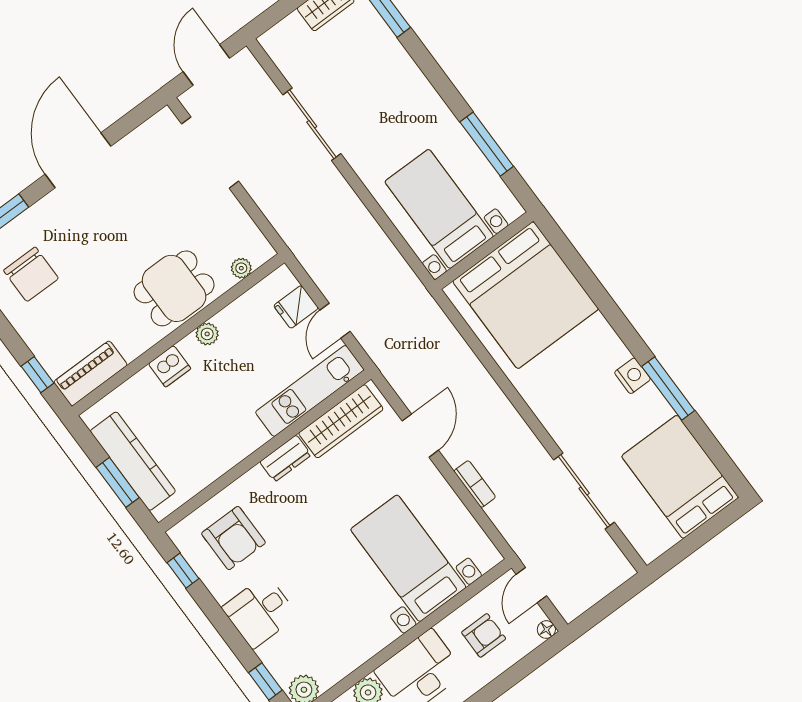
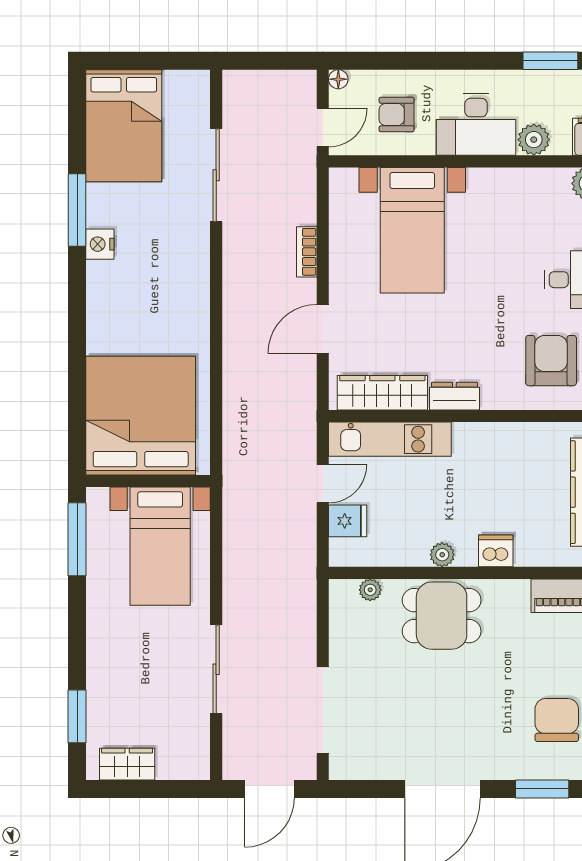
bed with nightstands: (439, 209) -> (160, 546), moved
wall: (484, 251) -> (148, 481), moved
bed: (526, 295) -> (141, 416), moved

